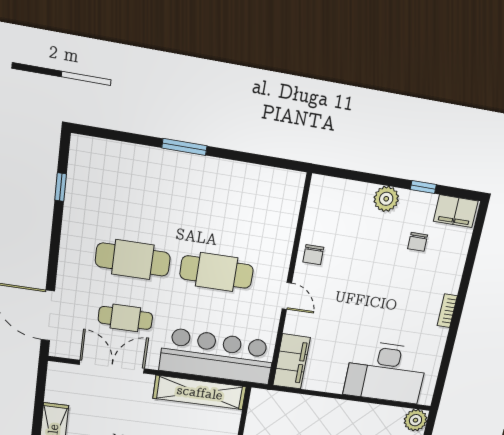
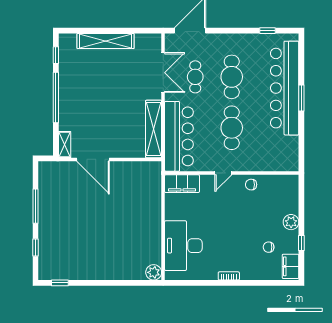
bar counter: (163, 173) -> (285, 88), added

